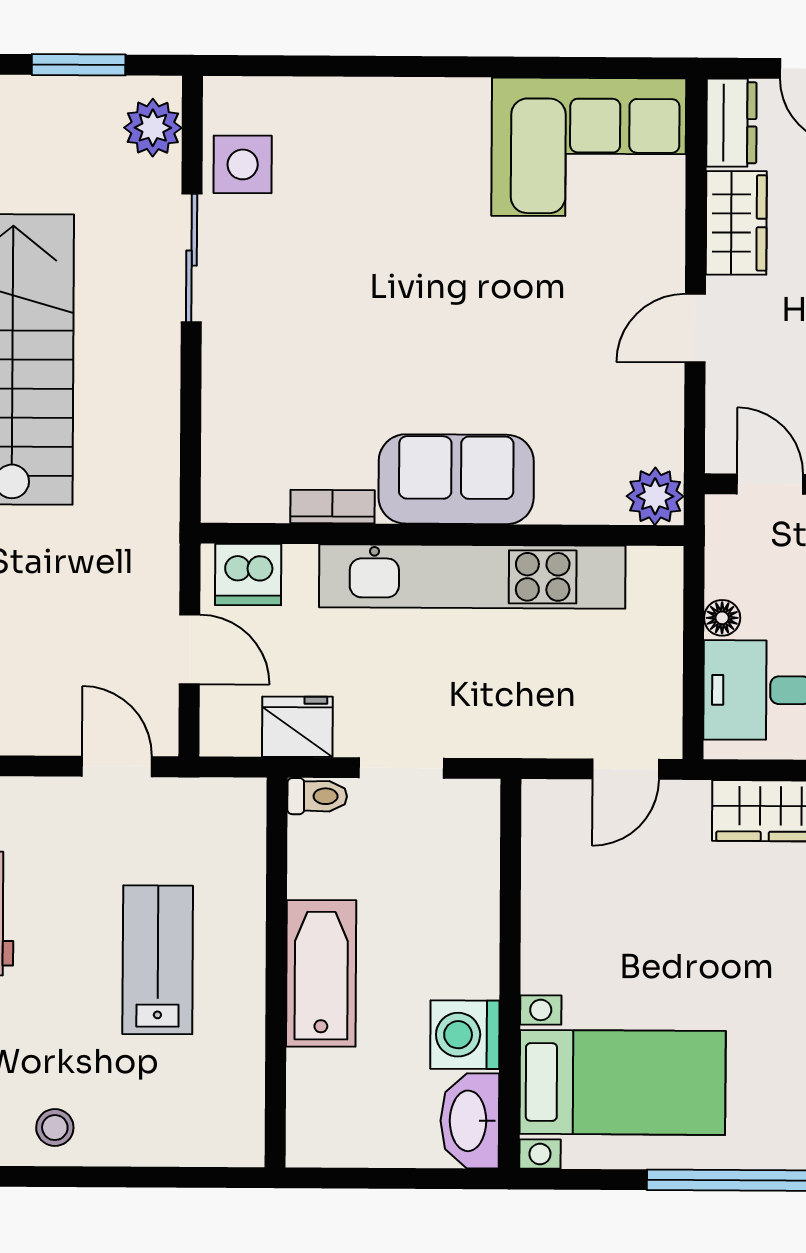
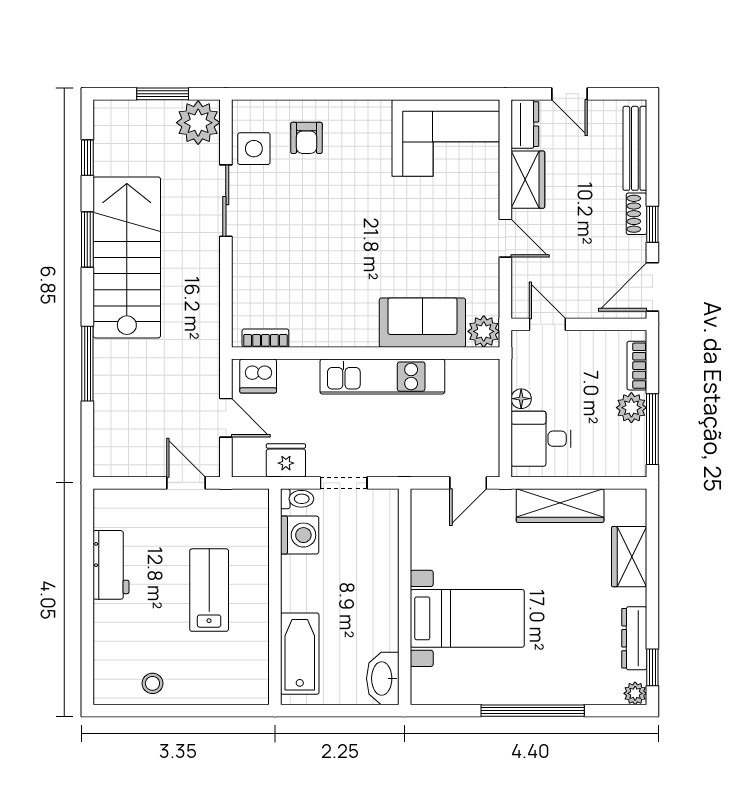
plant: (153, 128) -> (198, 123), width x1.36, depth x1.36
armchair: (338, 146) -> (306, 138), added
door: (695, 328) -> (505, 238), swing flipped
sofa: (456, 479) -> (422, 323), moved
bookcase: (332, 507) -> (265, 338), moved
kitchen unit: (472, 577) -> (382, 377), width x0.73
bathtub: (321, 973) -> (300, 654), moved
washing machine: (465, 1035) -> (300, 535), moved, turned 180
bed with nightstands: (623, 1082) -> (467, 618), moved

